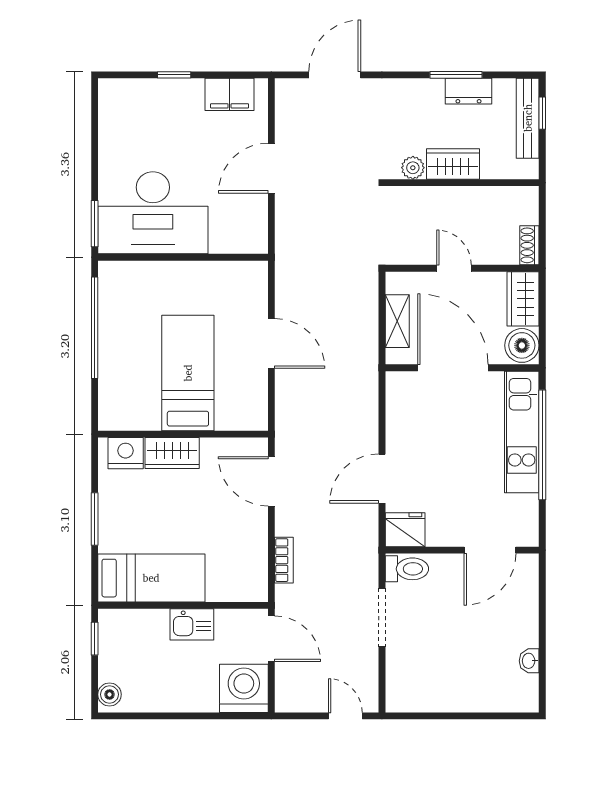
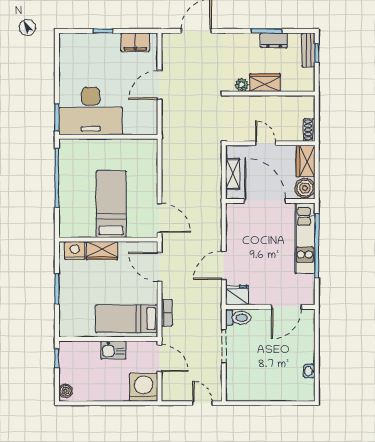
bench: (528, 118) -> (308, 50), width x0.73
door: (271, 343) -> (160, 218), moved
bed: (151, 578) -> (127, 319), moved, turned 180

